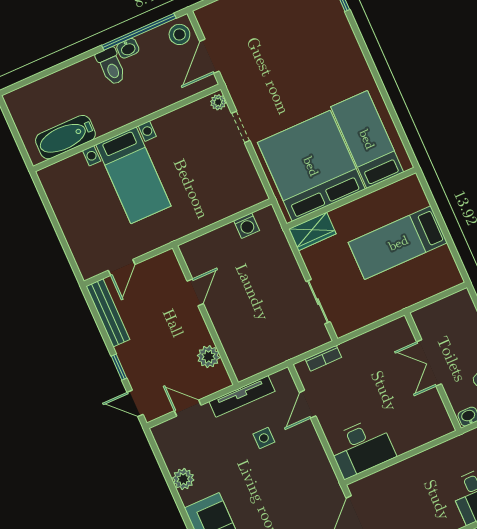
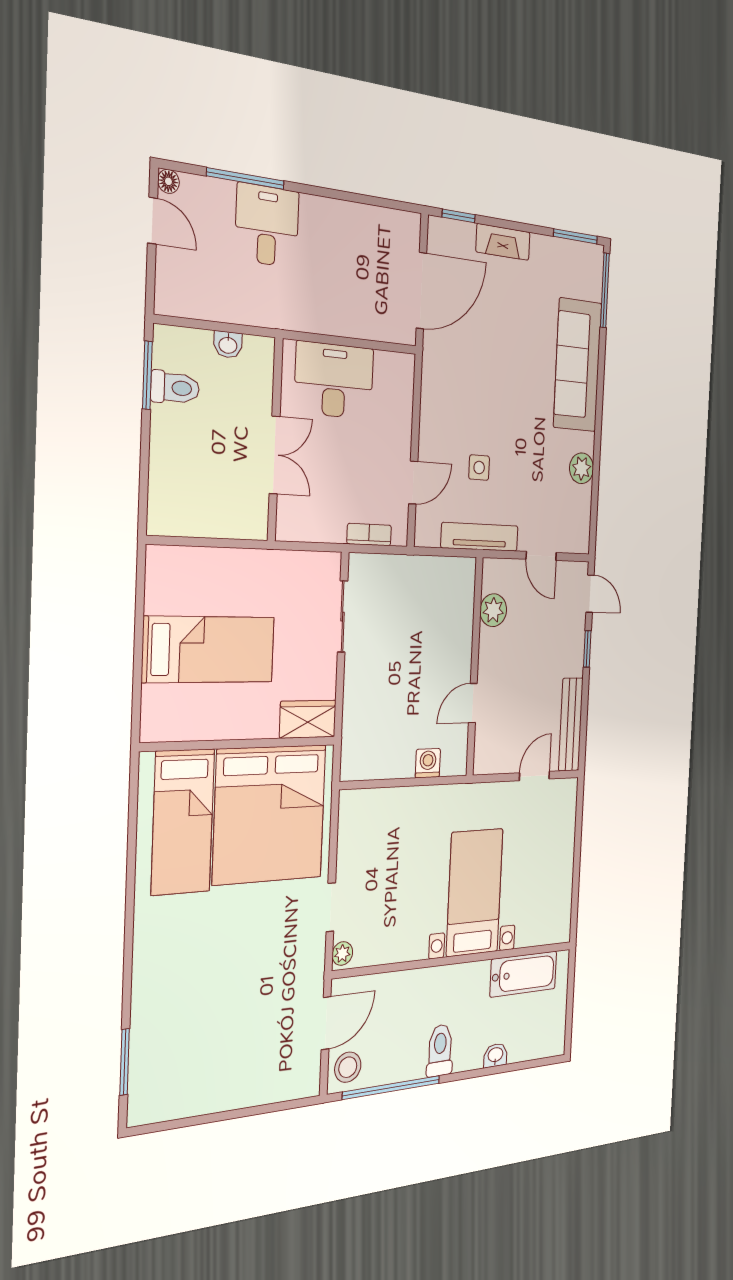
washbasin: (128, 48) -> (495, 1055), moved
washing machine: (247, 226) -> (428, 763), moved
double door: (429, 363) -> (275, 455), moved
wall: (433, 372) -> (275, 440), moved
desk: (361, 448) -> (334, 380), moved

